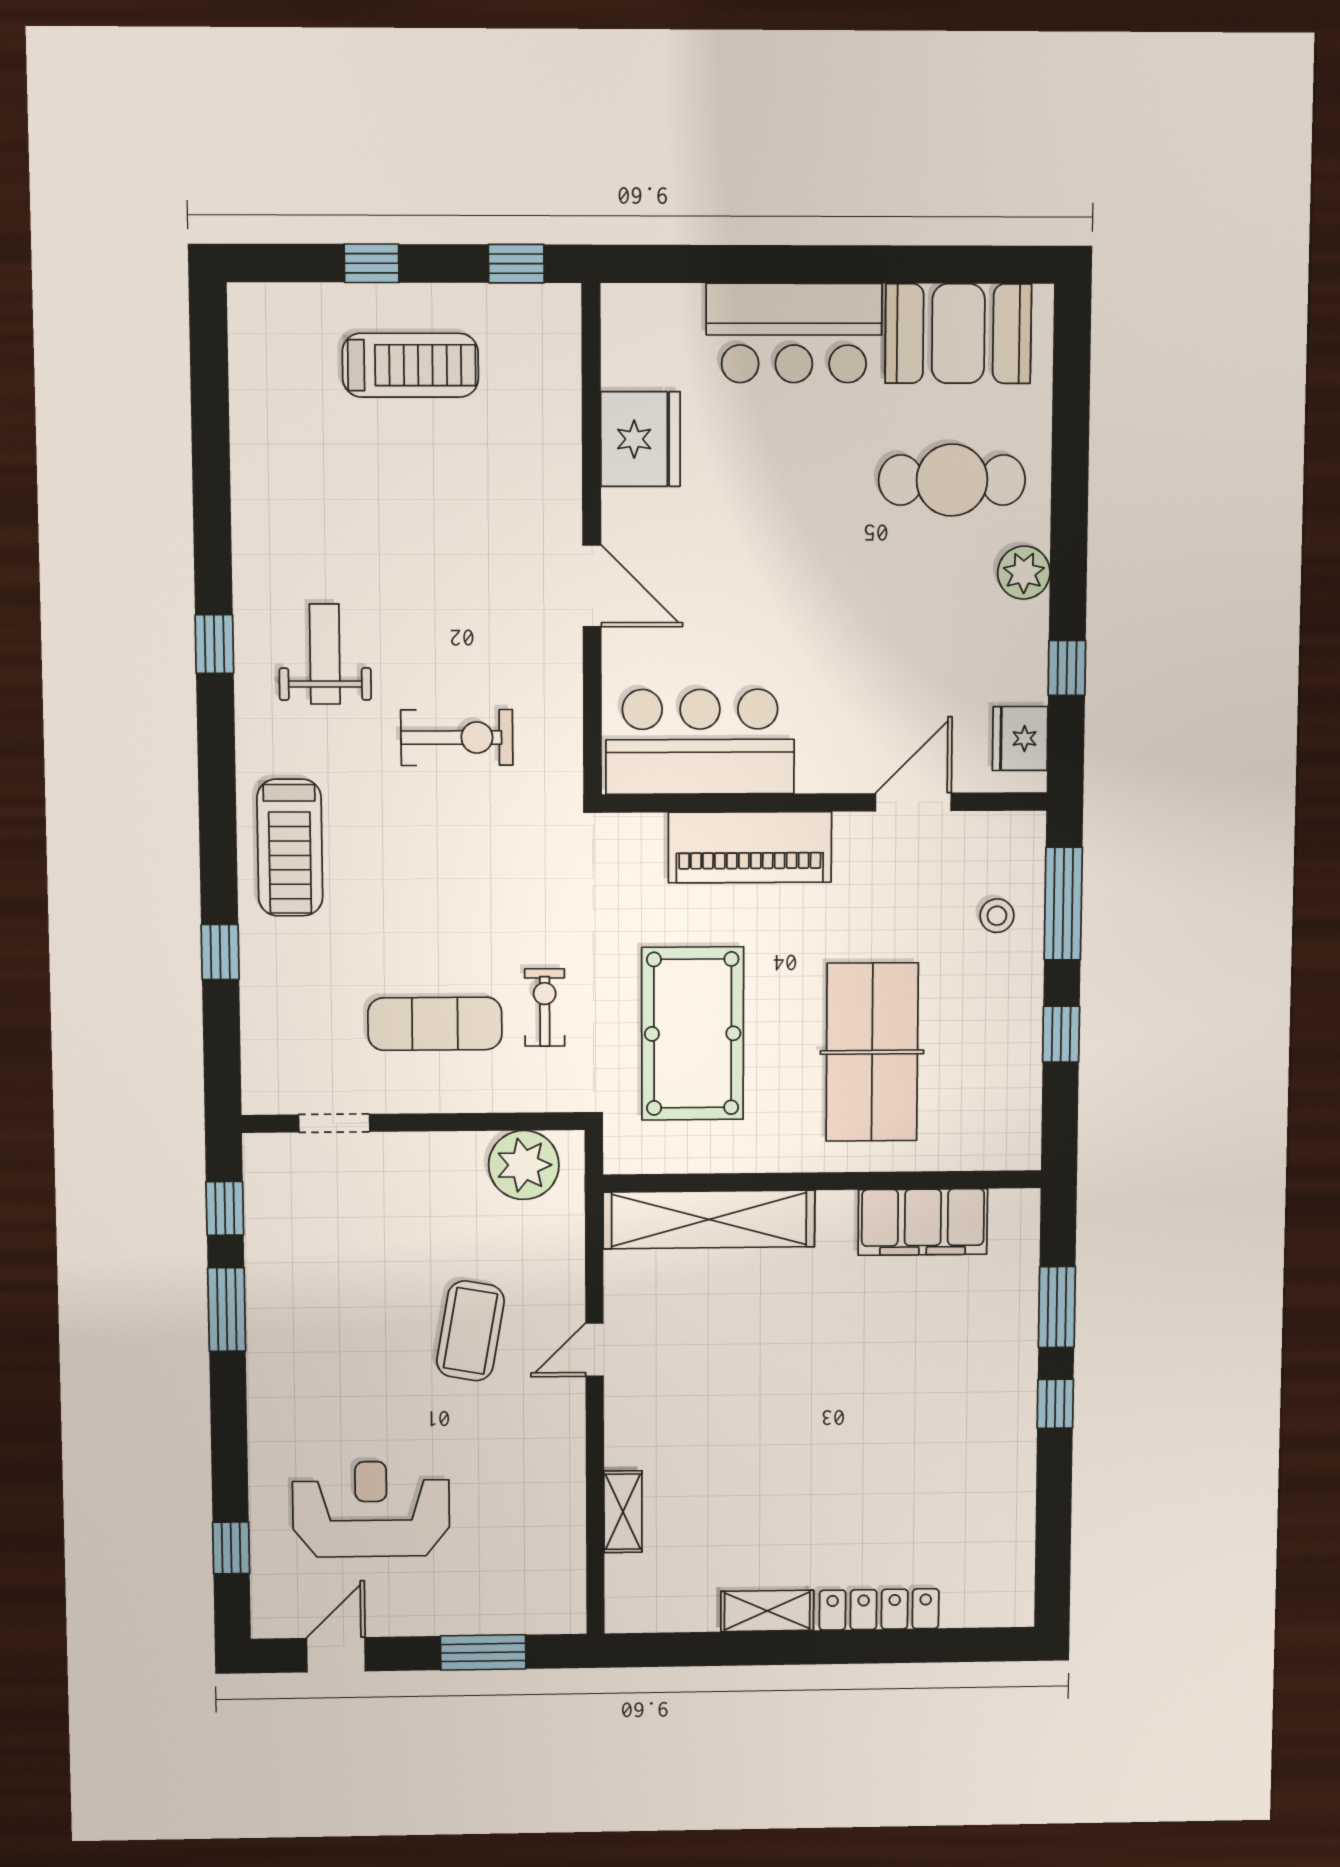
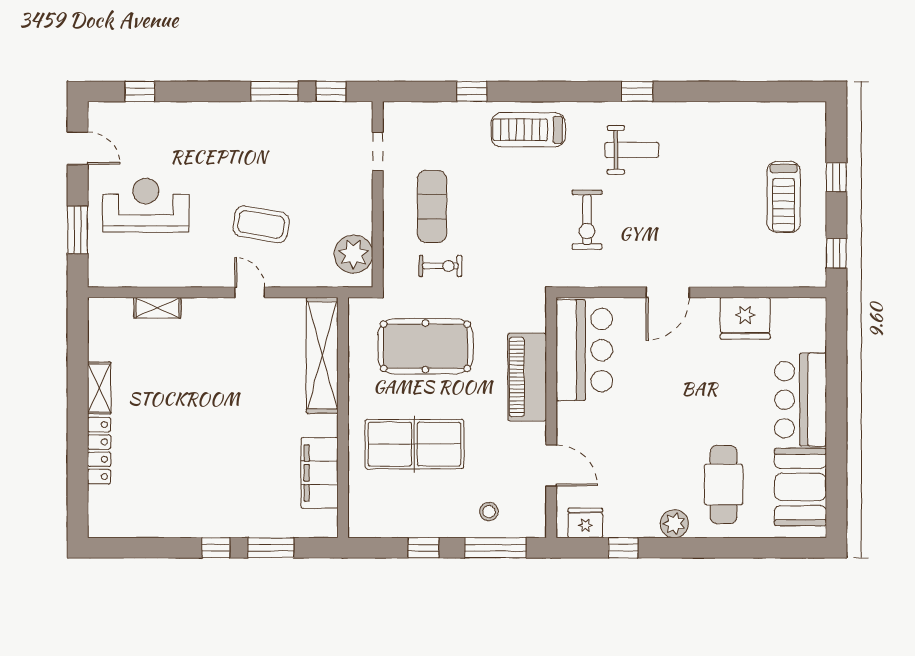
reception desk: (371, 1509) -> (146, 205), moved, turned -90

